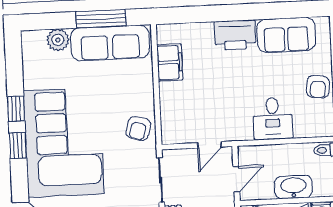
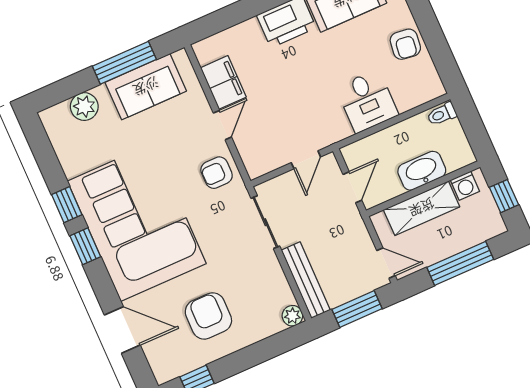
sofa: (110, 43) -> (146, 87), width x0.73
door: (157, 94) -> (222, 125), added
armchair: (138, 128) -> (217, 173), turned 74

